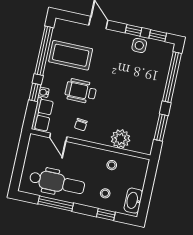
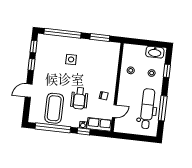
side table: (139, 45) -> (71, 59), moved
plant: (121, 139) -> (111, 66), removed

